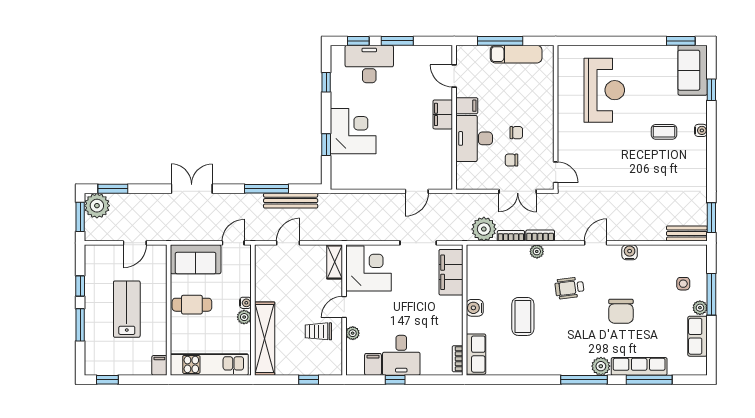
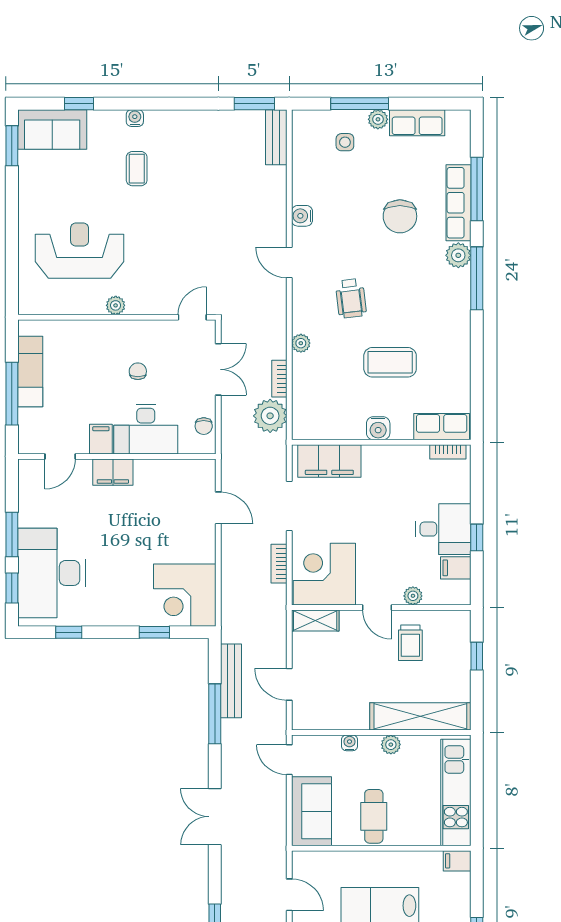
desk: (369, 64) -> (51, 573), width x1.36, depth x1.30
plant: (564, 116) -> (116, 305), added
corner desk: (353, 131) -> (185, 595), moved, turned -90
chair: (512, 160) -> (204, 426), moved
bookcase: (540, 236) -> (279, 564), moved
water cooler: (245, 303) -> (350, 743), moved
chair: (621, 311) -> (400, 216), moved, turned 90

